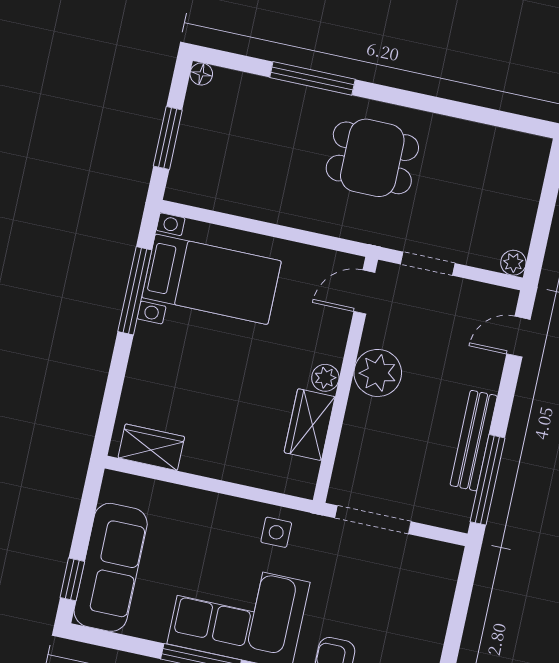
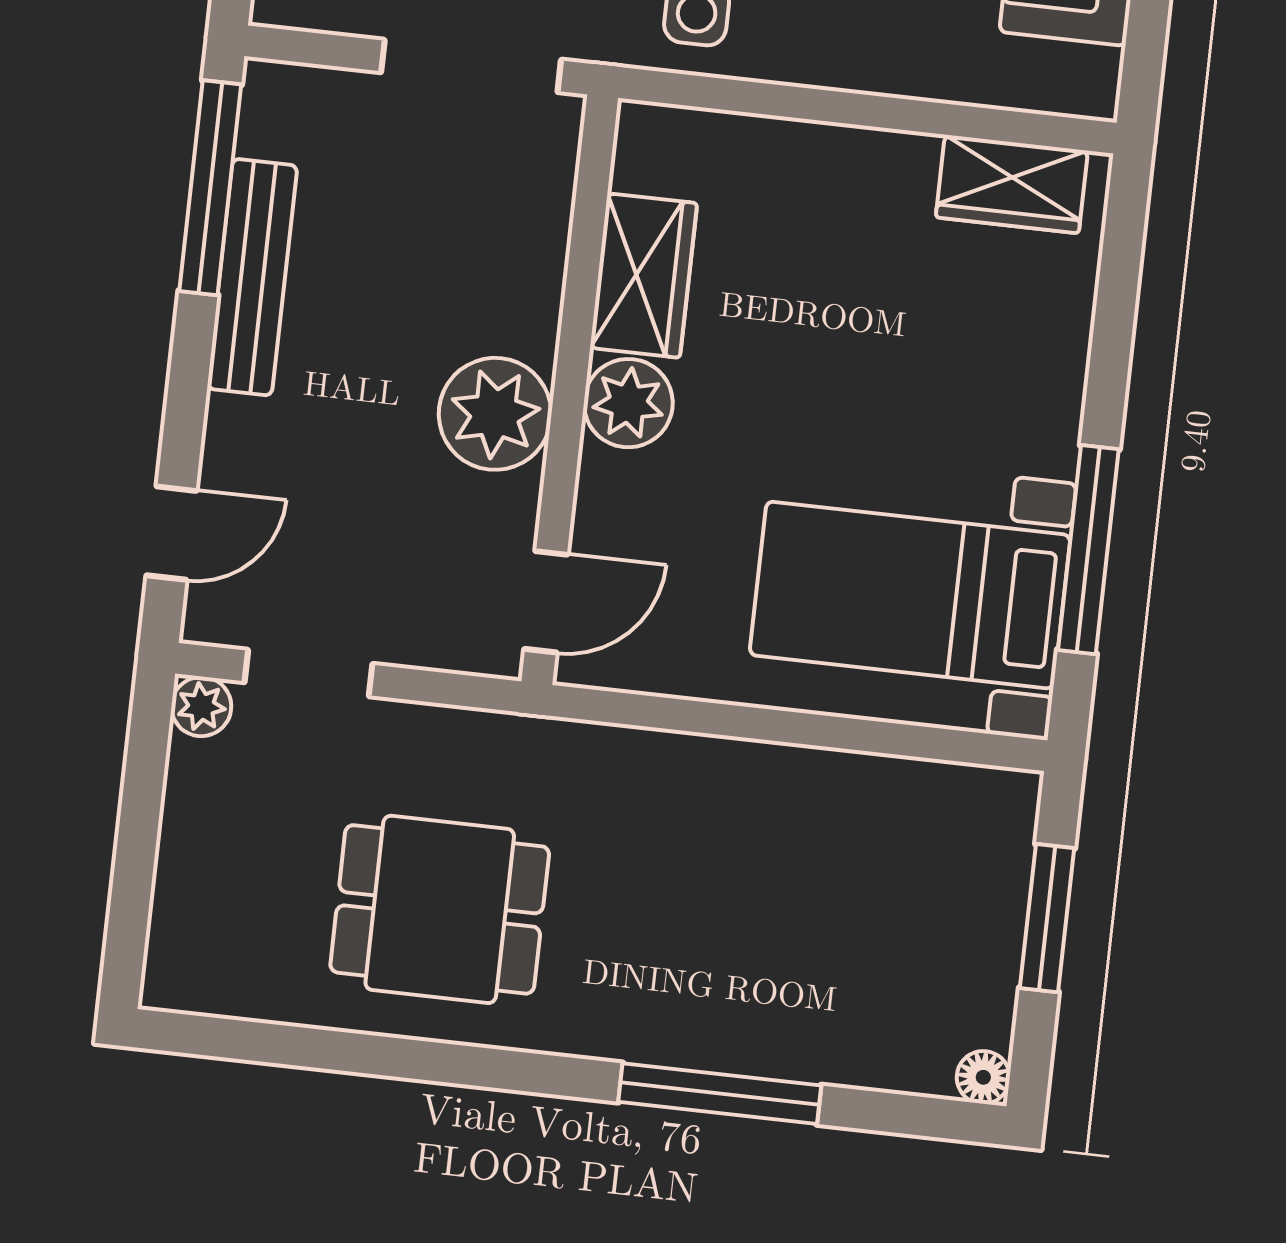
dining table: (372, 158) -> (440, 909), moved
doorway: (428, 264) -> (308, 673), moved
plant: (325, 378) -> (628, 403), width x1.38, depth x1.38

